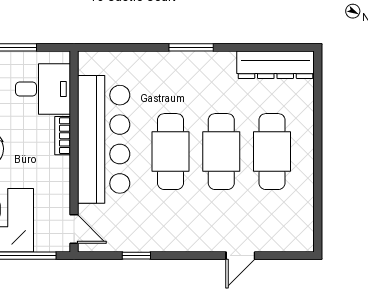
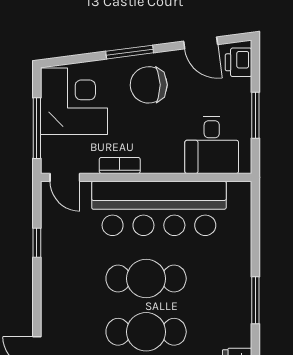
bookcase: (63, 136) -> (120, 165), moved
door: (74, 229) -> (65, 177), hinge flipped

